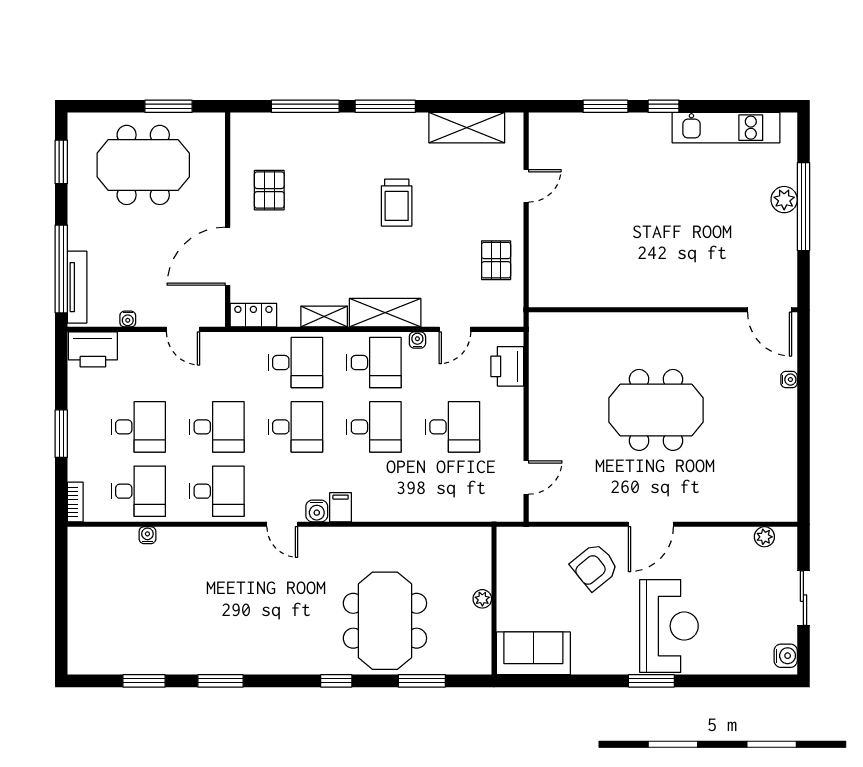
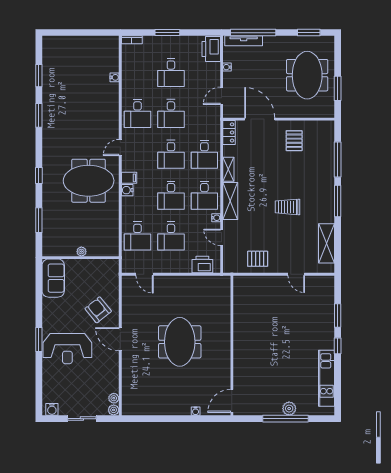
pallet: (269, 190) -> (294, 141), turned 90
desk: (138, 491) -> (137, 236), moved
water cooler: (317, 511) -> (127, 190), moved
plant: (787, 537) -> (114, 410), added
meeting table: (385, 621) -> (89, 181), moved

